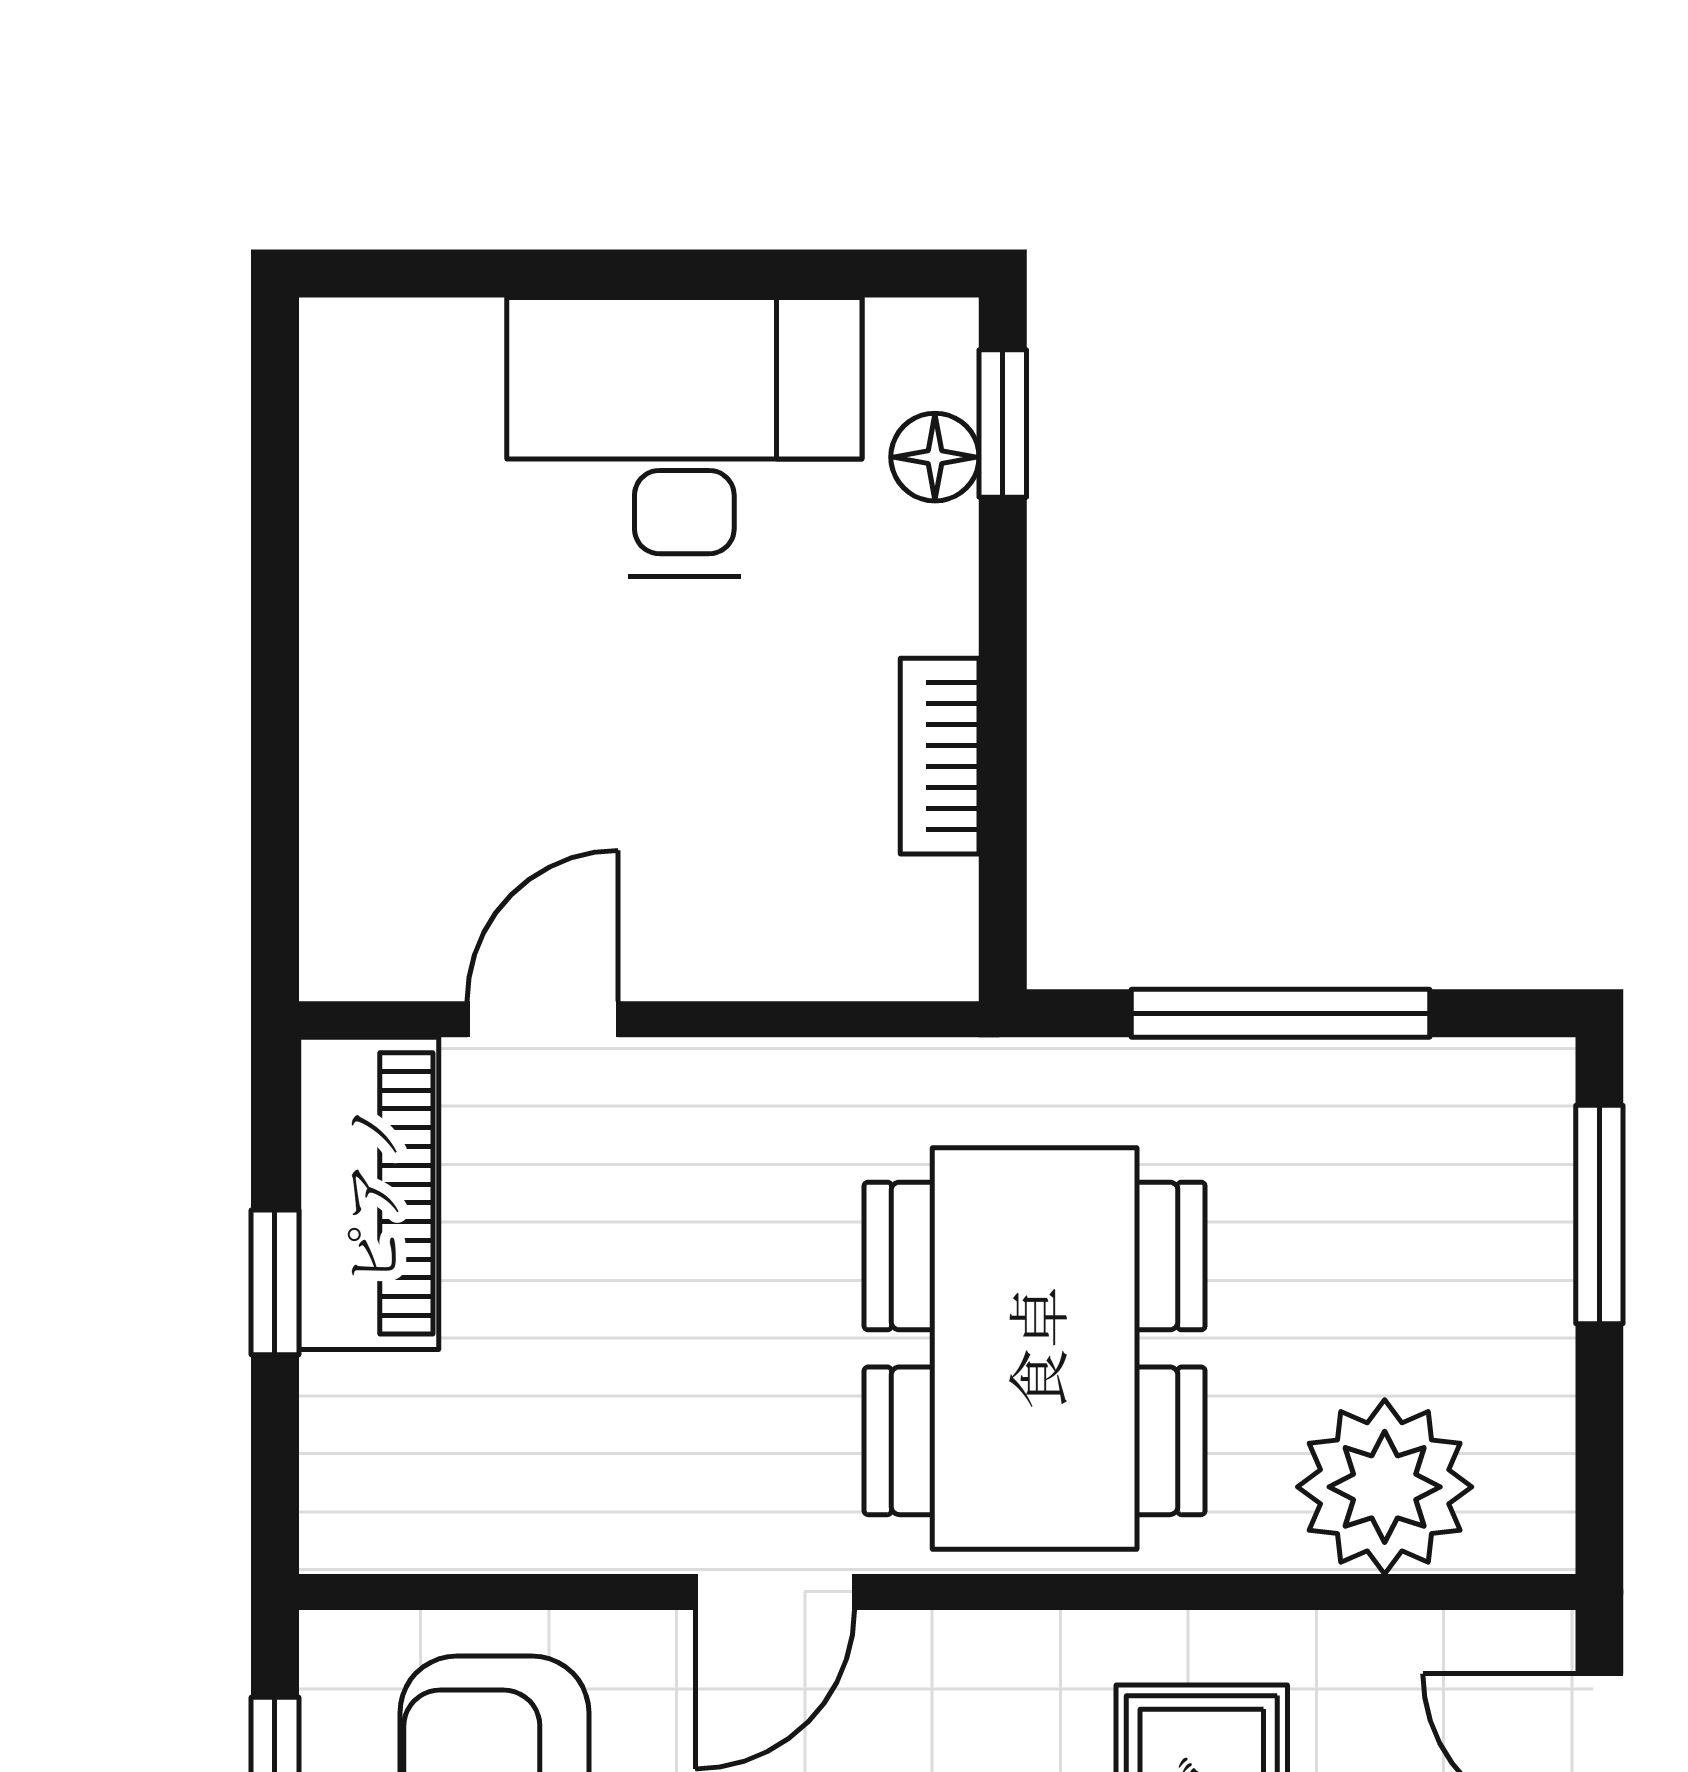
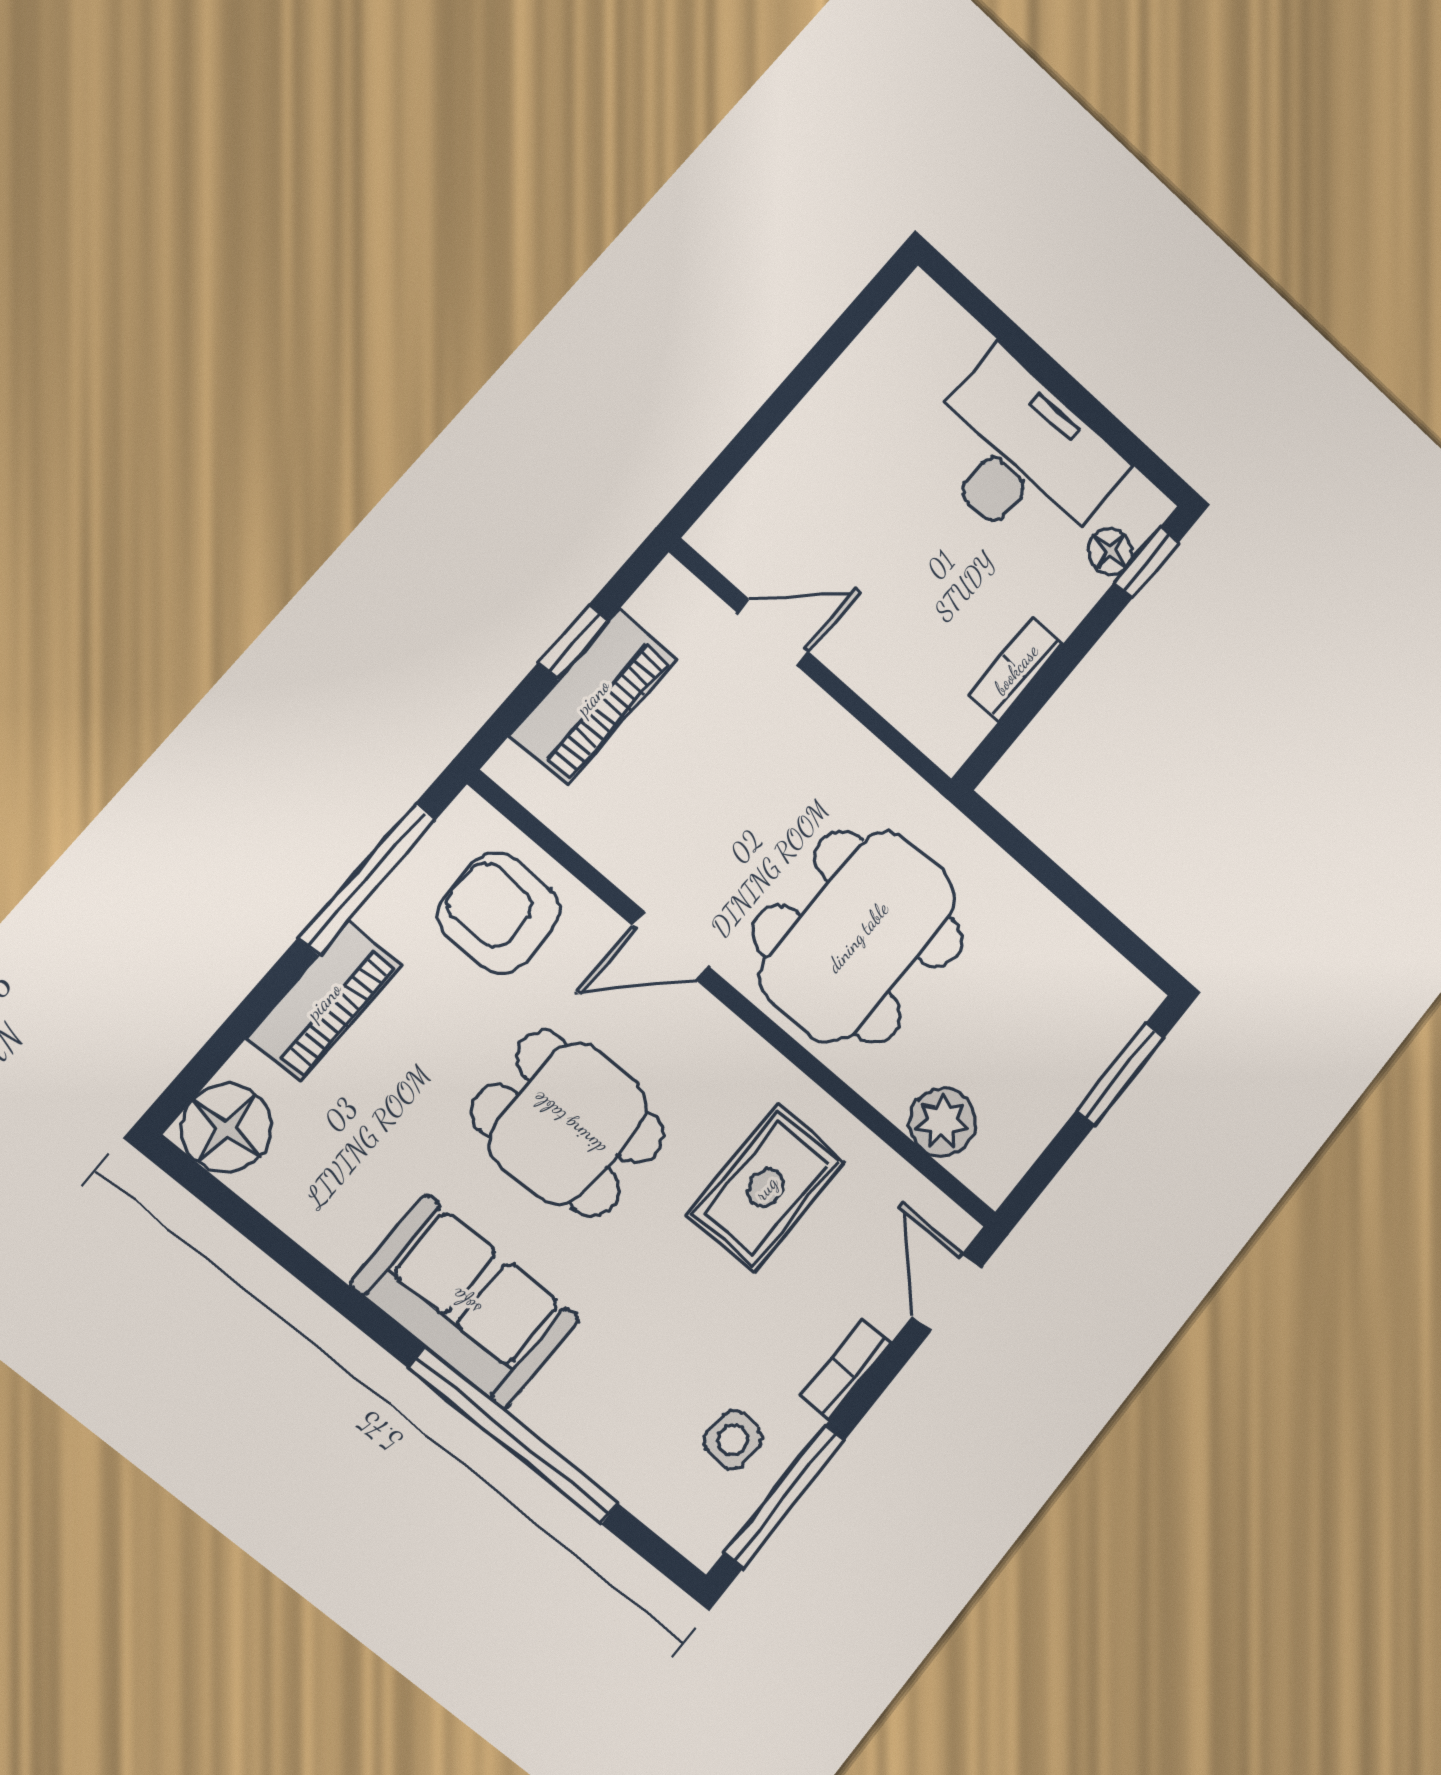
window: (1280, 1013) -> (1064, 887), removed
piano: (369, 1193) -> (593, 697), moved
plant: (1385, 1487) -> (942, 1122), width x0.73, depth x0.73

